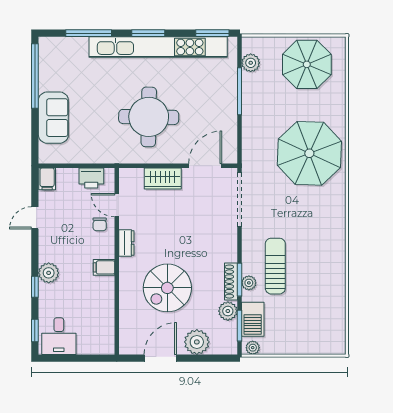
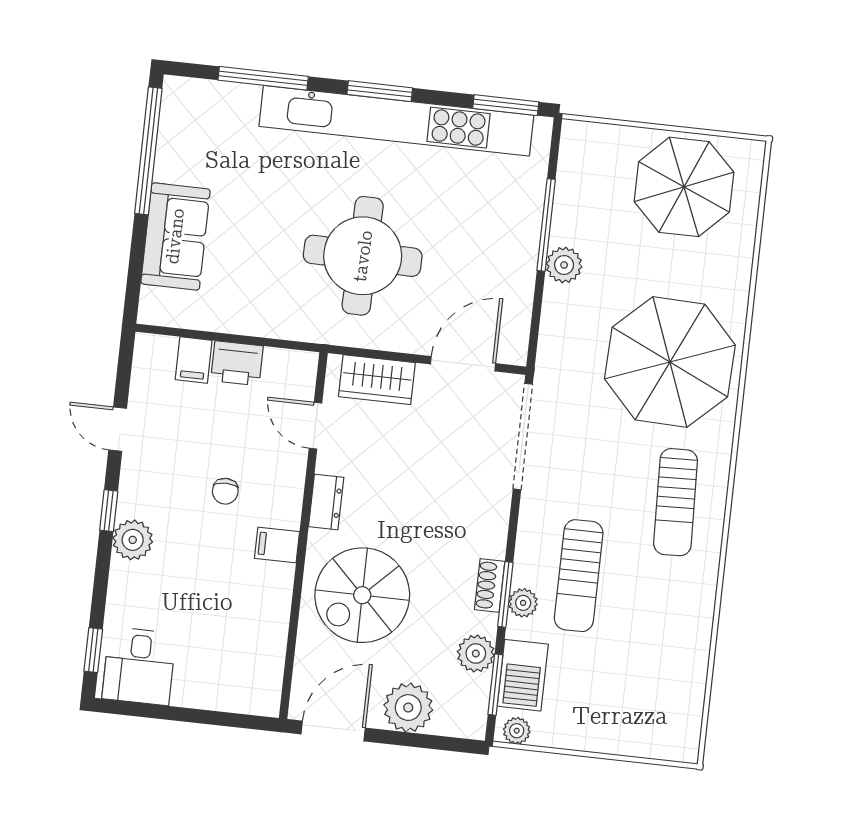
plant: (251, 63) -> (564, 265), moved
filing cabinet: (47, 179) -> (194, 360), moved
door: (117, 205) -> (315, 426), moved
door: (35, 218) -> (118, 429), hinge flipped
chair: (100, 224) -> (225, 491), moved
sun lounger: (320, 224) -> (676, 502), added
dresser: (126, 243) -> (326, 502), moved
wall: (117, 261) -> (303, 536), moved
sun lounger: (275, 266) -> (579, 576), turned 180
filing cabinet: (104, 267) -> (277, 545), moved
shoe rack: (231, 282) -> (490, 585), width x0.70
window: (35, 287) -> (109, 511), moved

